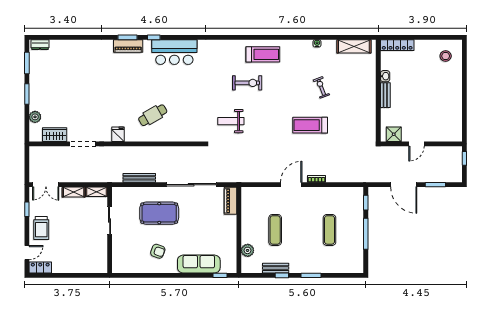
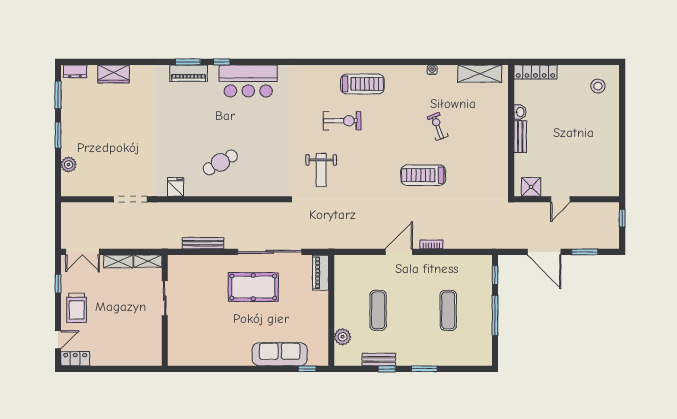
weight bench: (231, 121) -> (321, 170), turned -90
wardrobe: (55, 135) -> (114, 74), moved, turned 180
pool table: (159, 213) -> (253, 287), moved
armchair: (158, 251) -> (227, 338), removed

